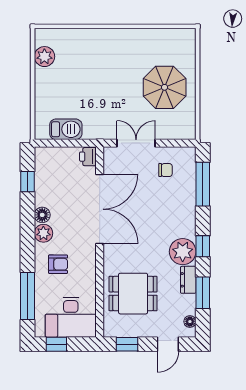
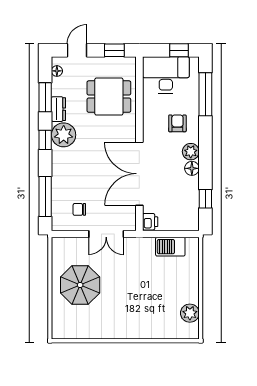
armchair: (58, 264) -> (177, 123), turned 90

